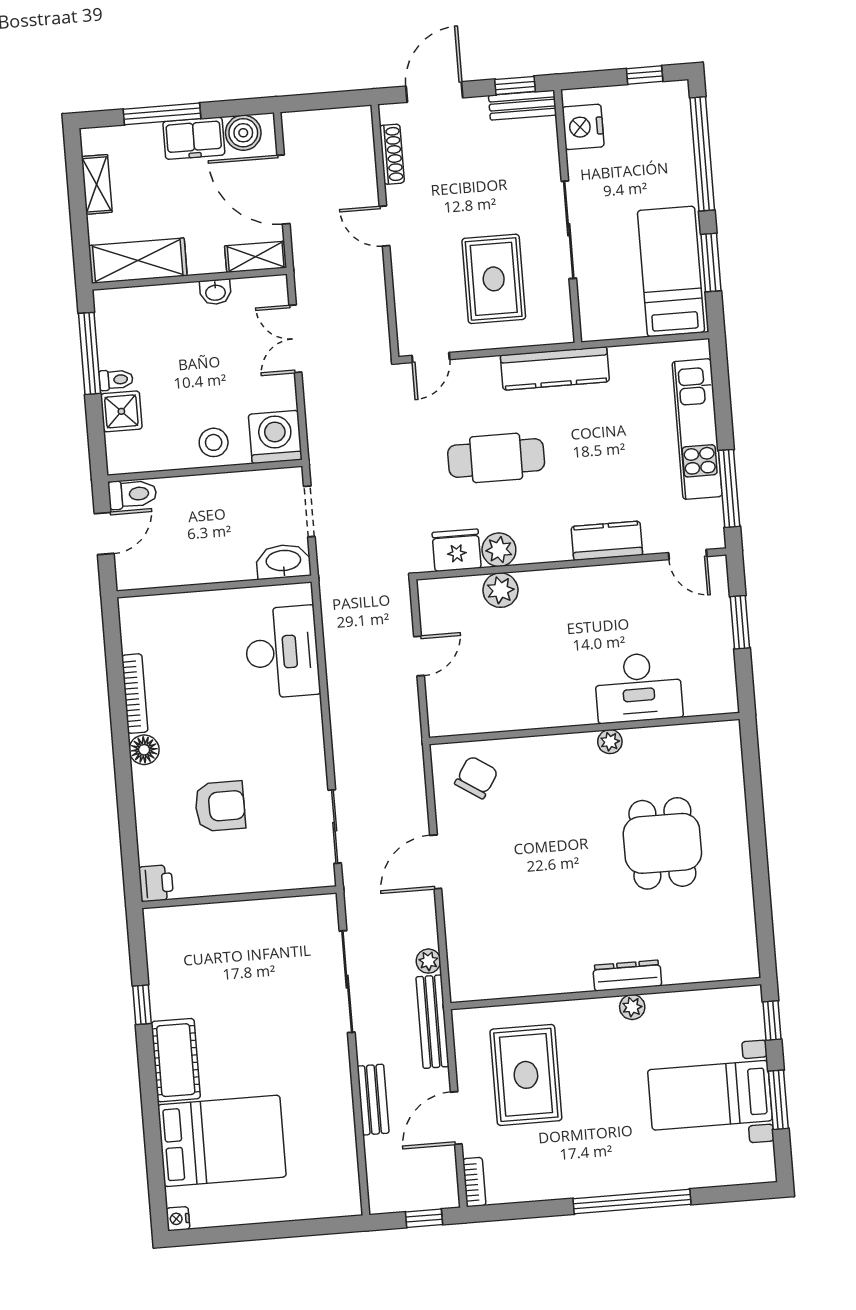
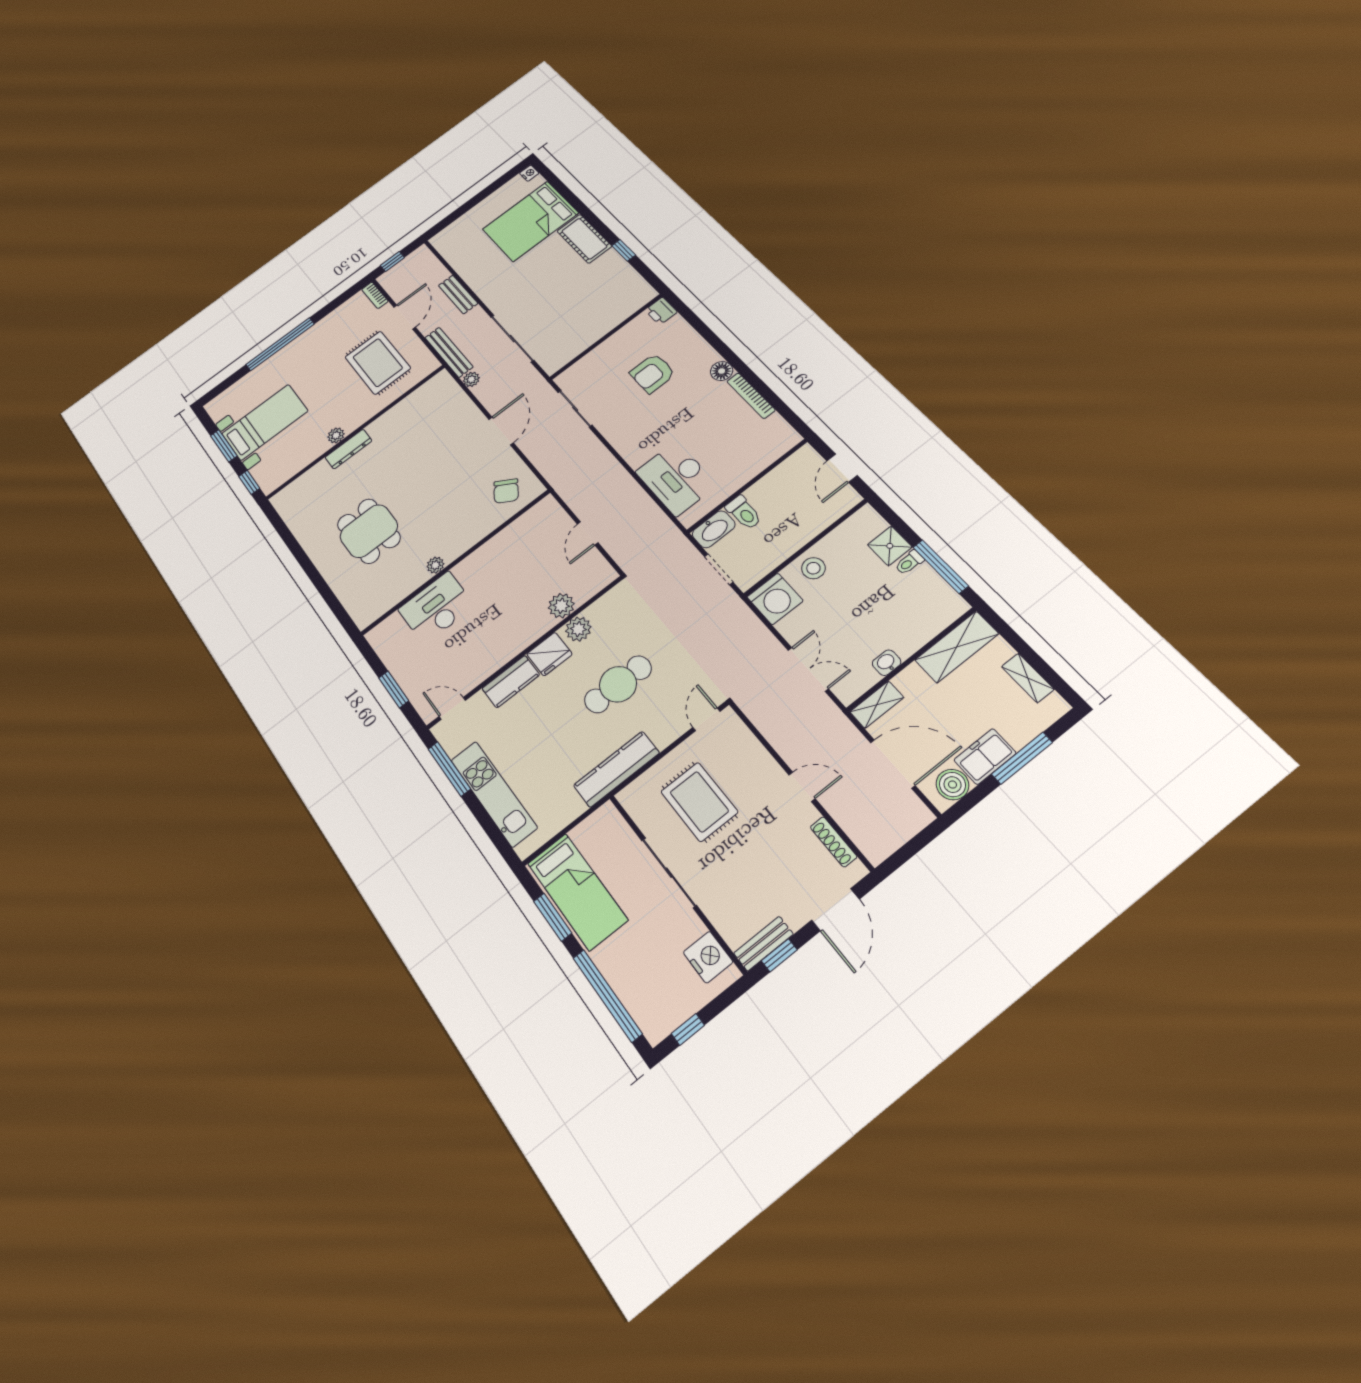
toilet: (132, 494) -> (744, 513), moved, turned -90
fridge: (457, 550) -> (549, 654), moved

